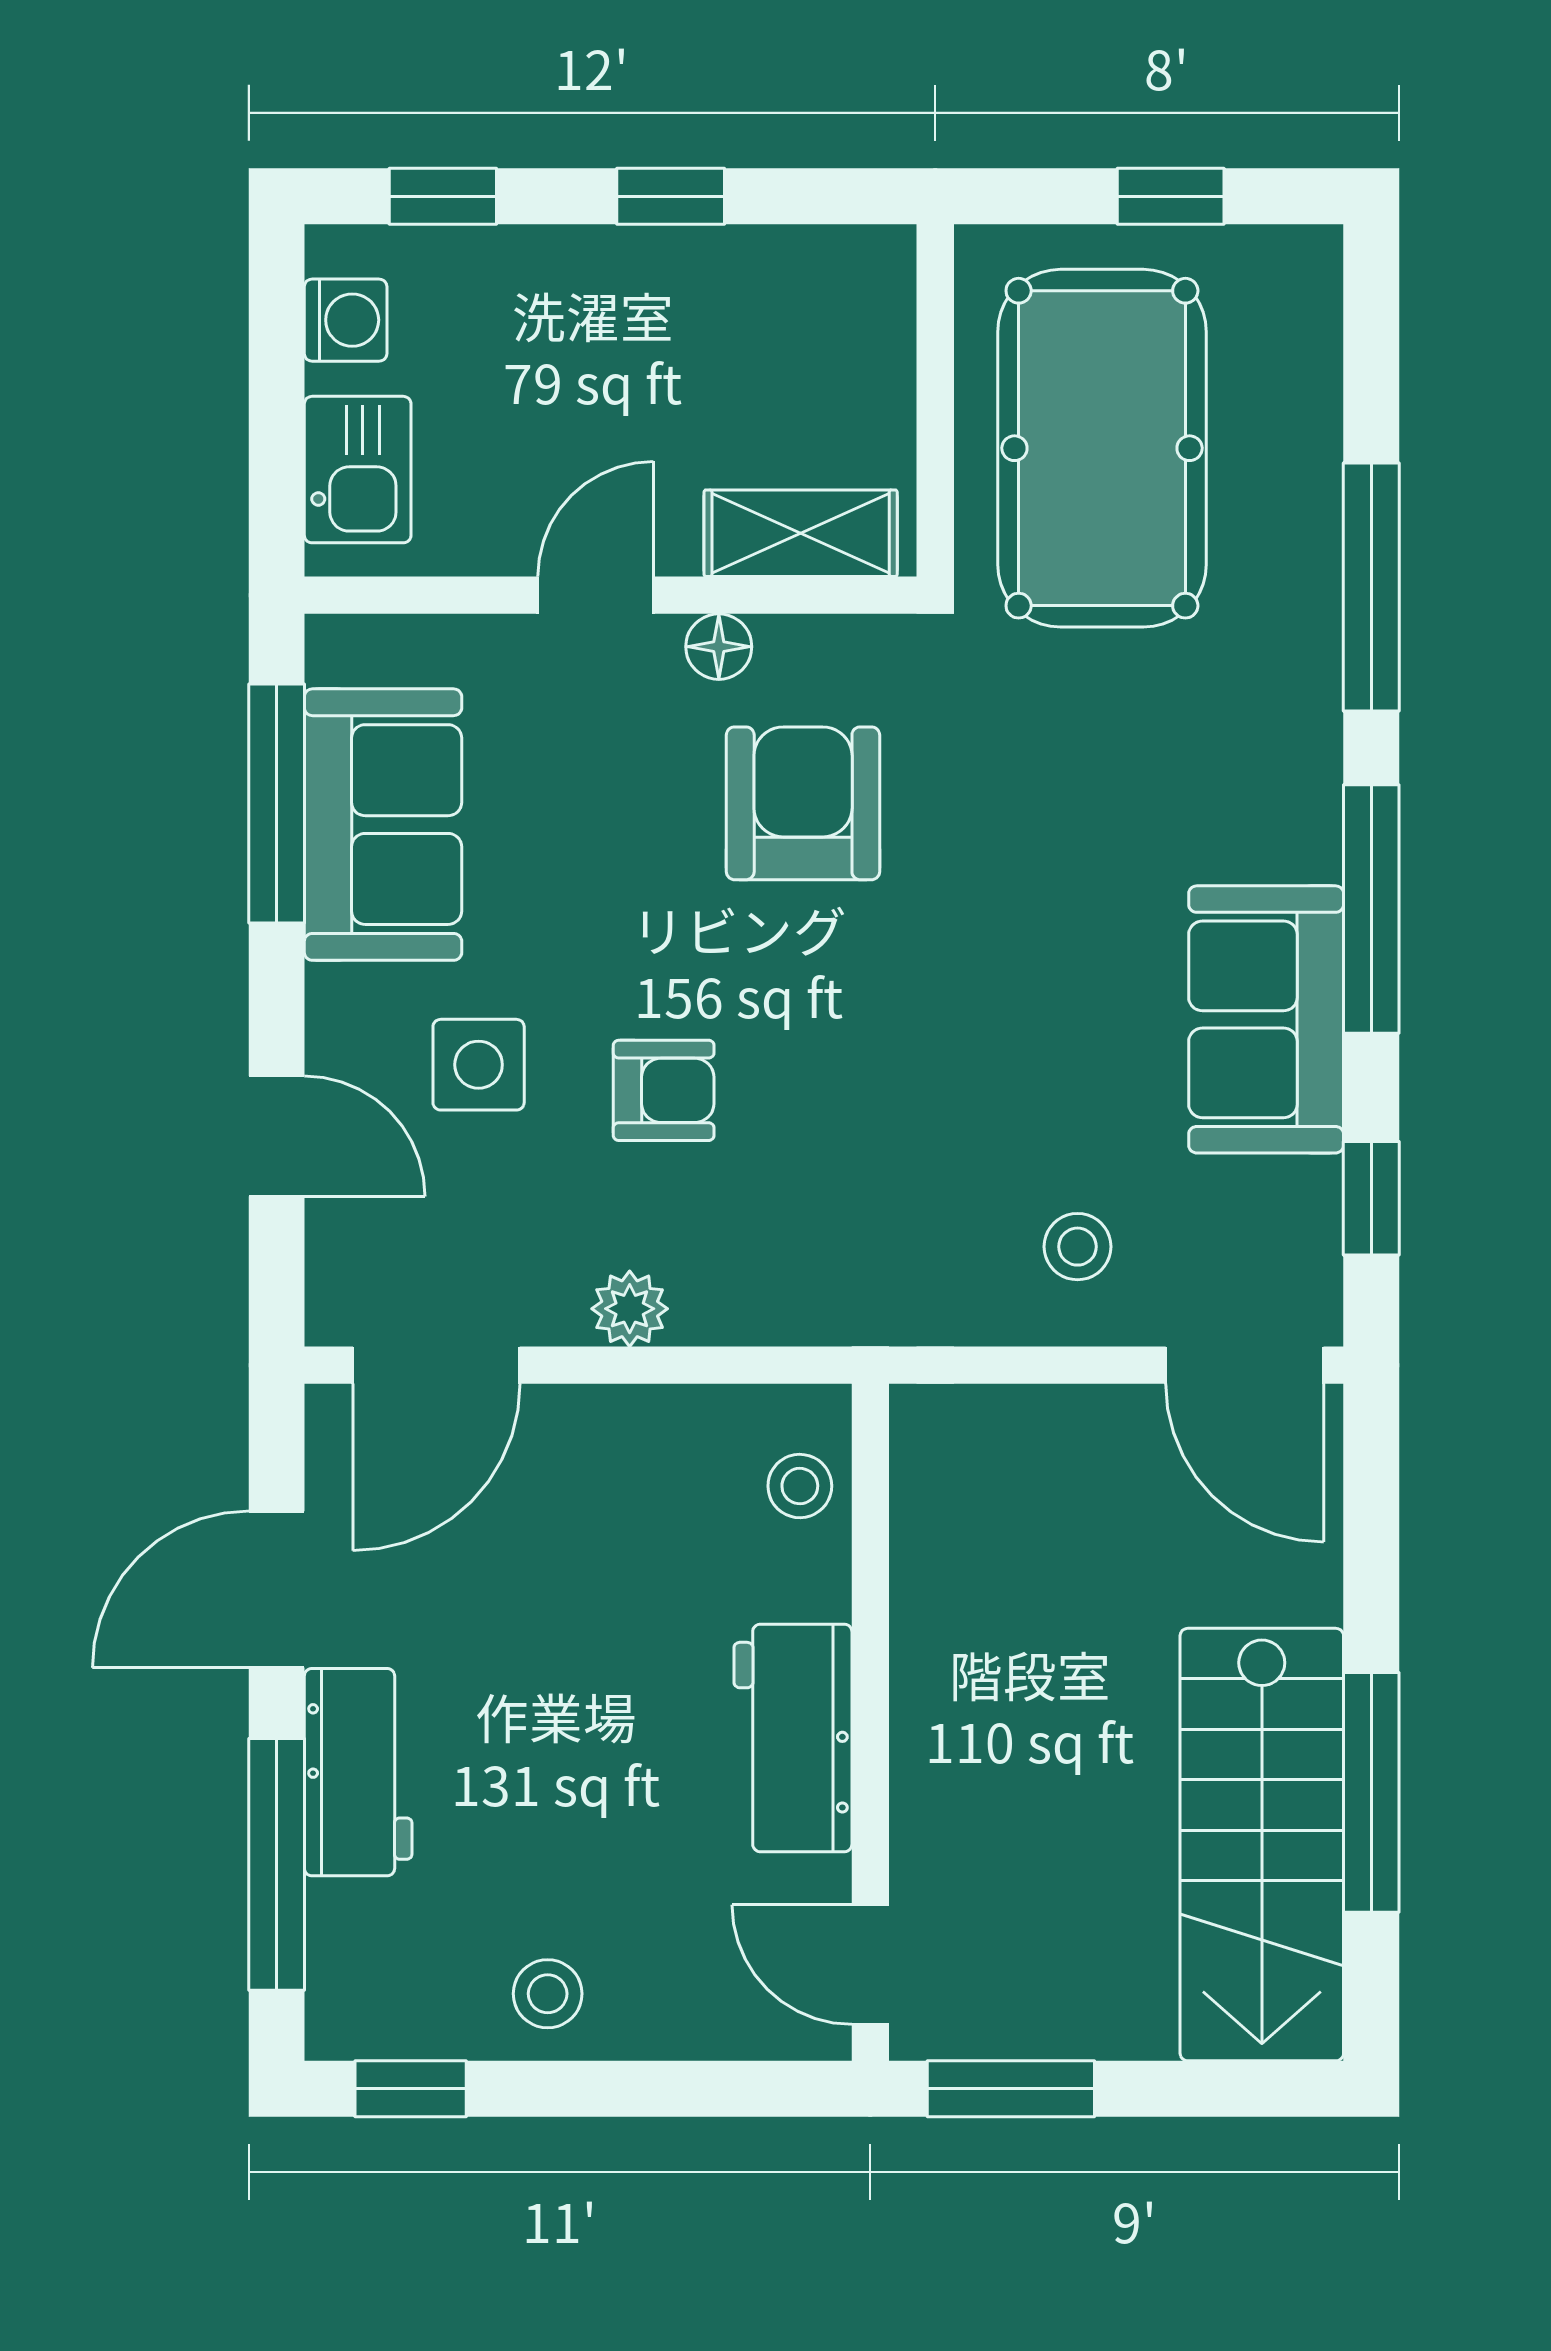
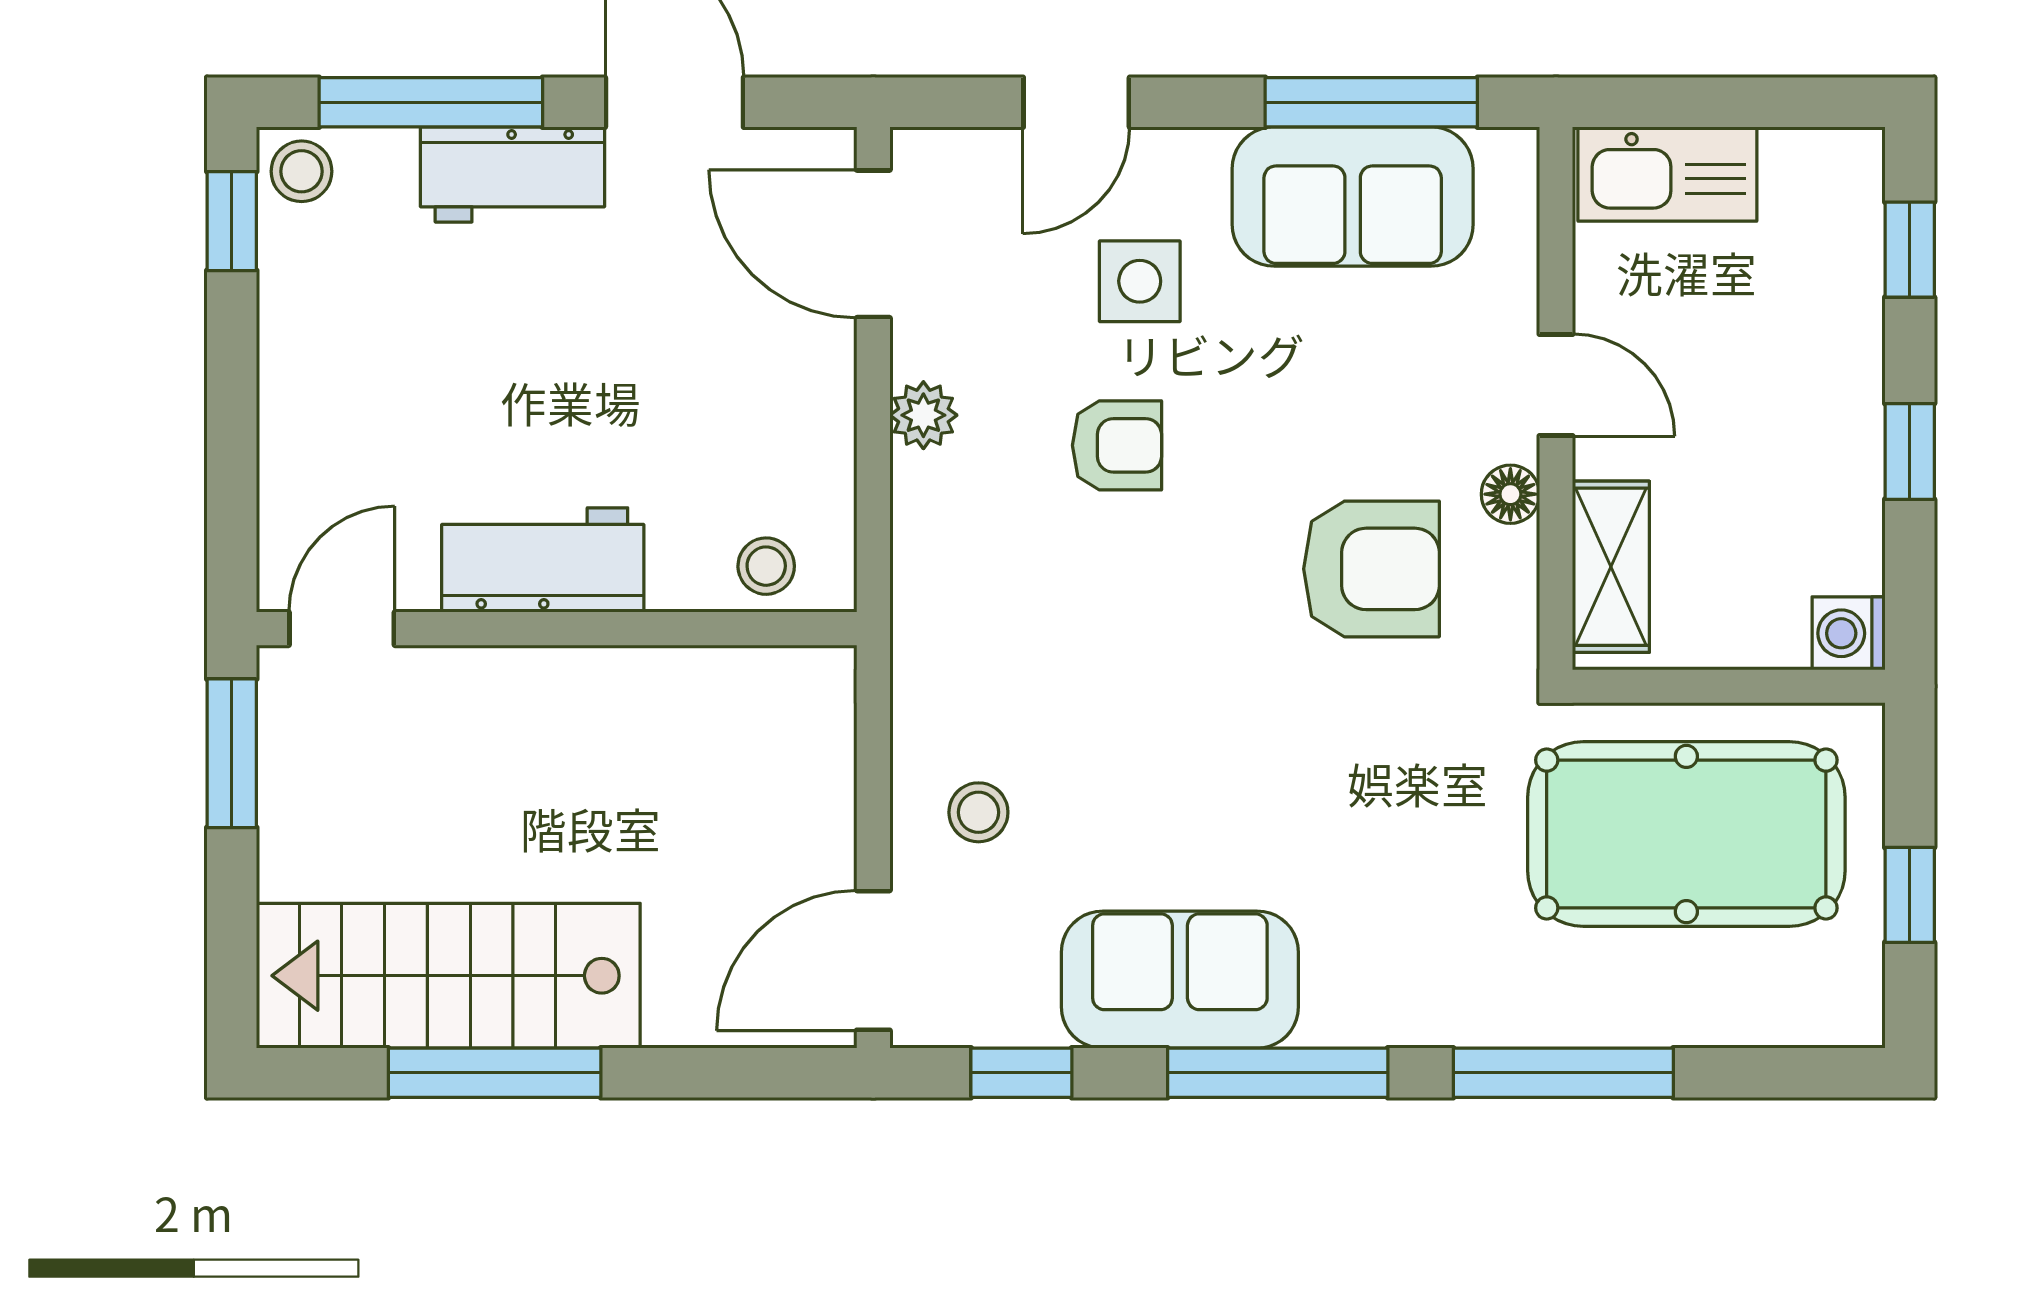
washing machine: (346, 320) -> (1849, 633), moved, turned 90
kitchen sink: (358, 470) -> (1667, 174), width x1.38
armchair: (664, 1090) -> (1117, 445), turned -90
stool: (548, 1994) -> (302, 171), moved

